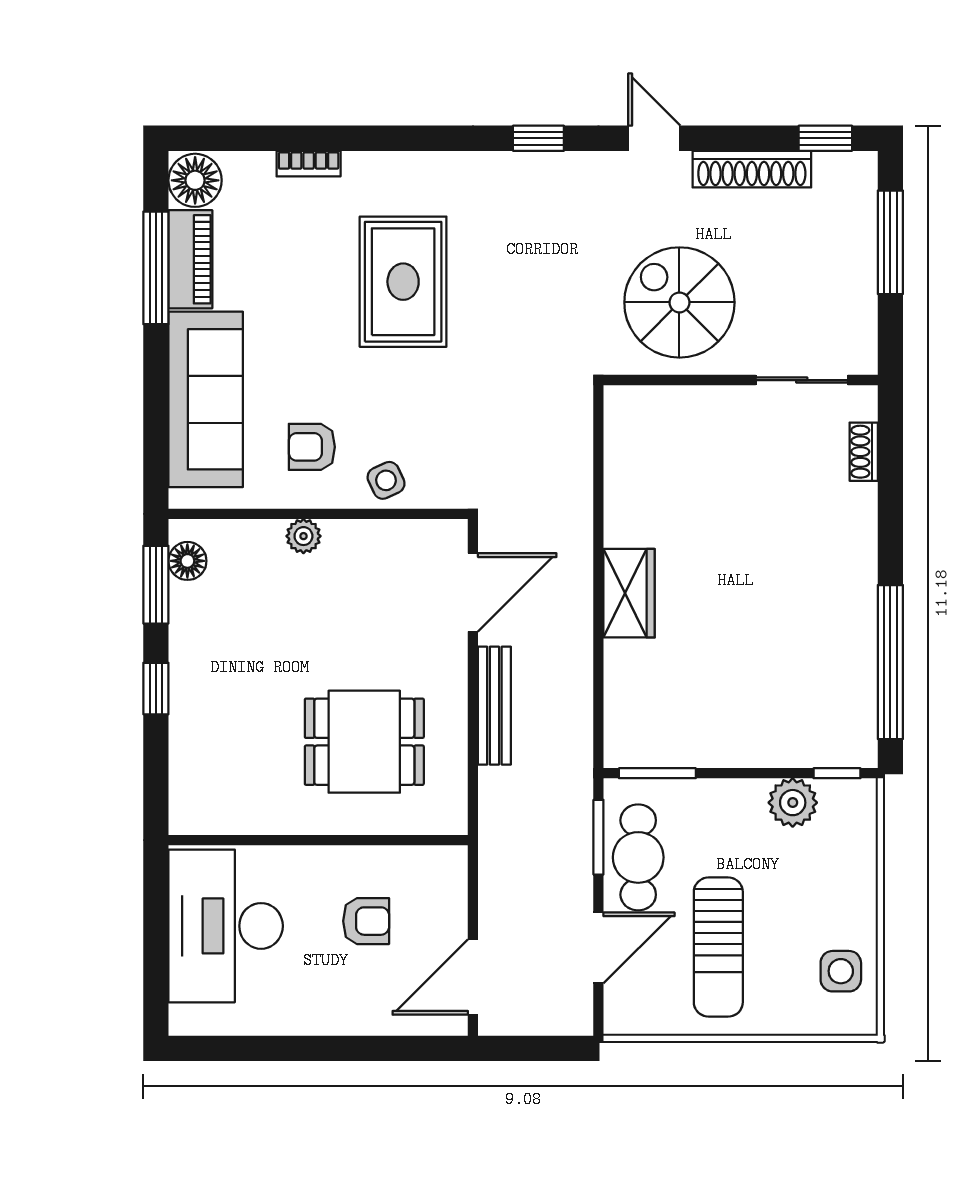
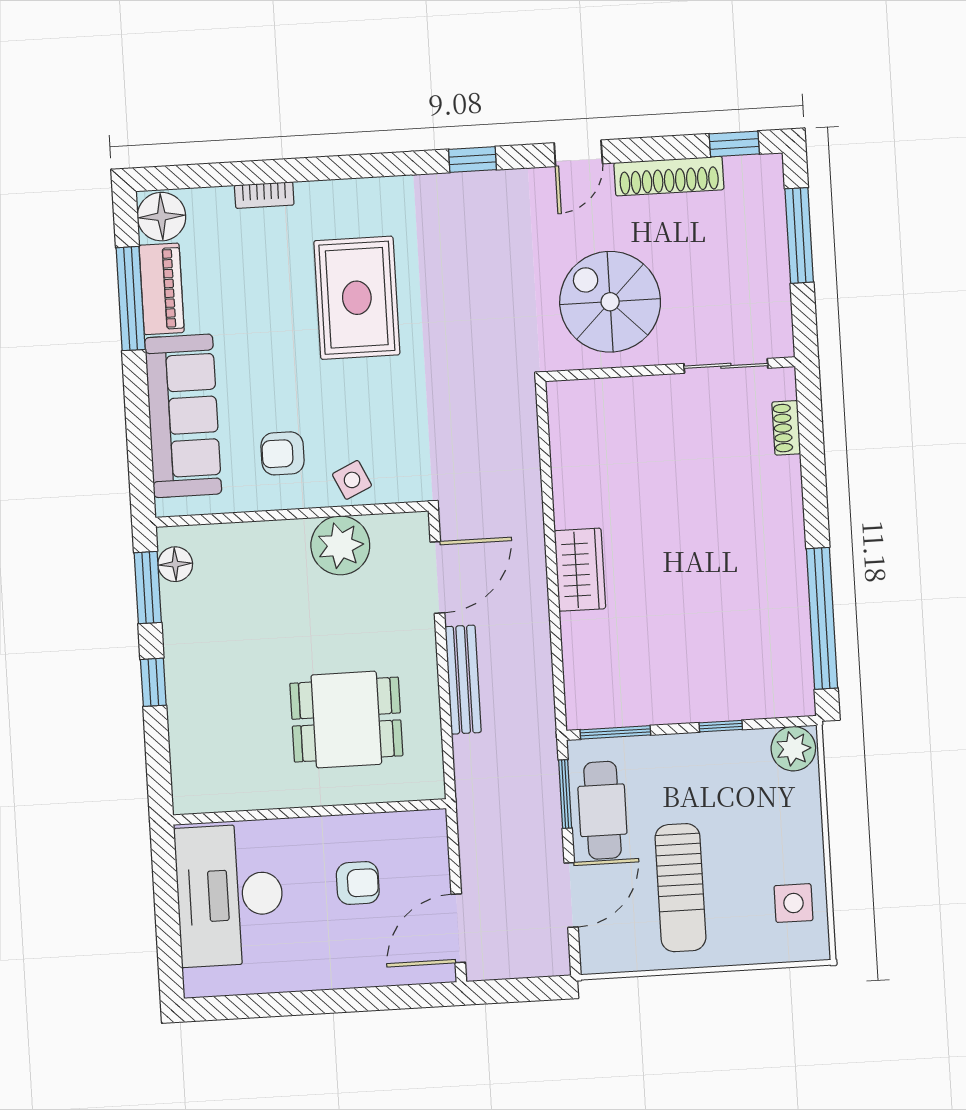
door: (654, 138) -> (578, 153), swing flipped
plant: (303, 536) -> (340, 545), moved, width x1.88, depth x1.88
window: (837, 773) -> (721, 726), moved
plant: (793, 803) -> (793, 749), moved

